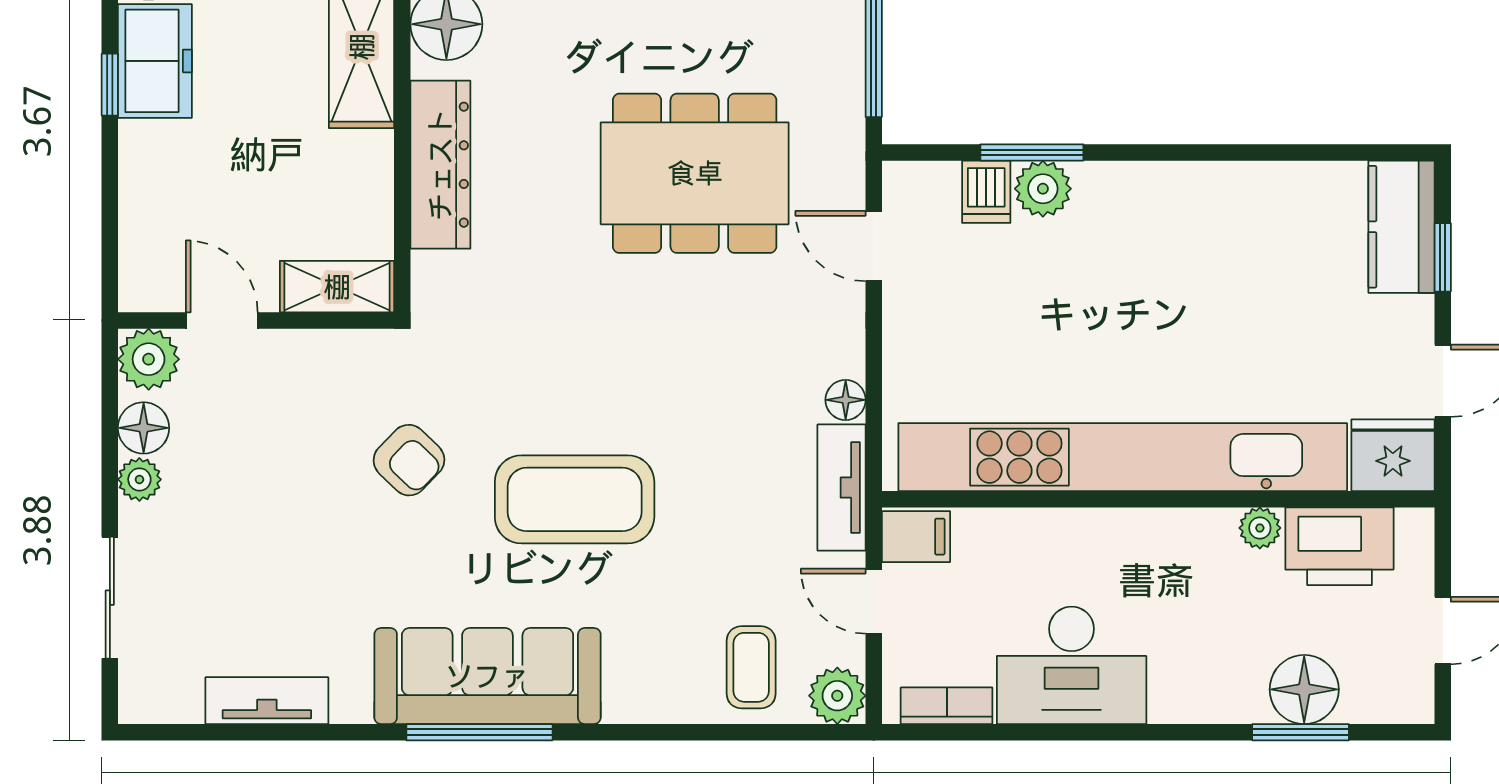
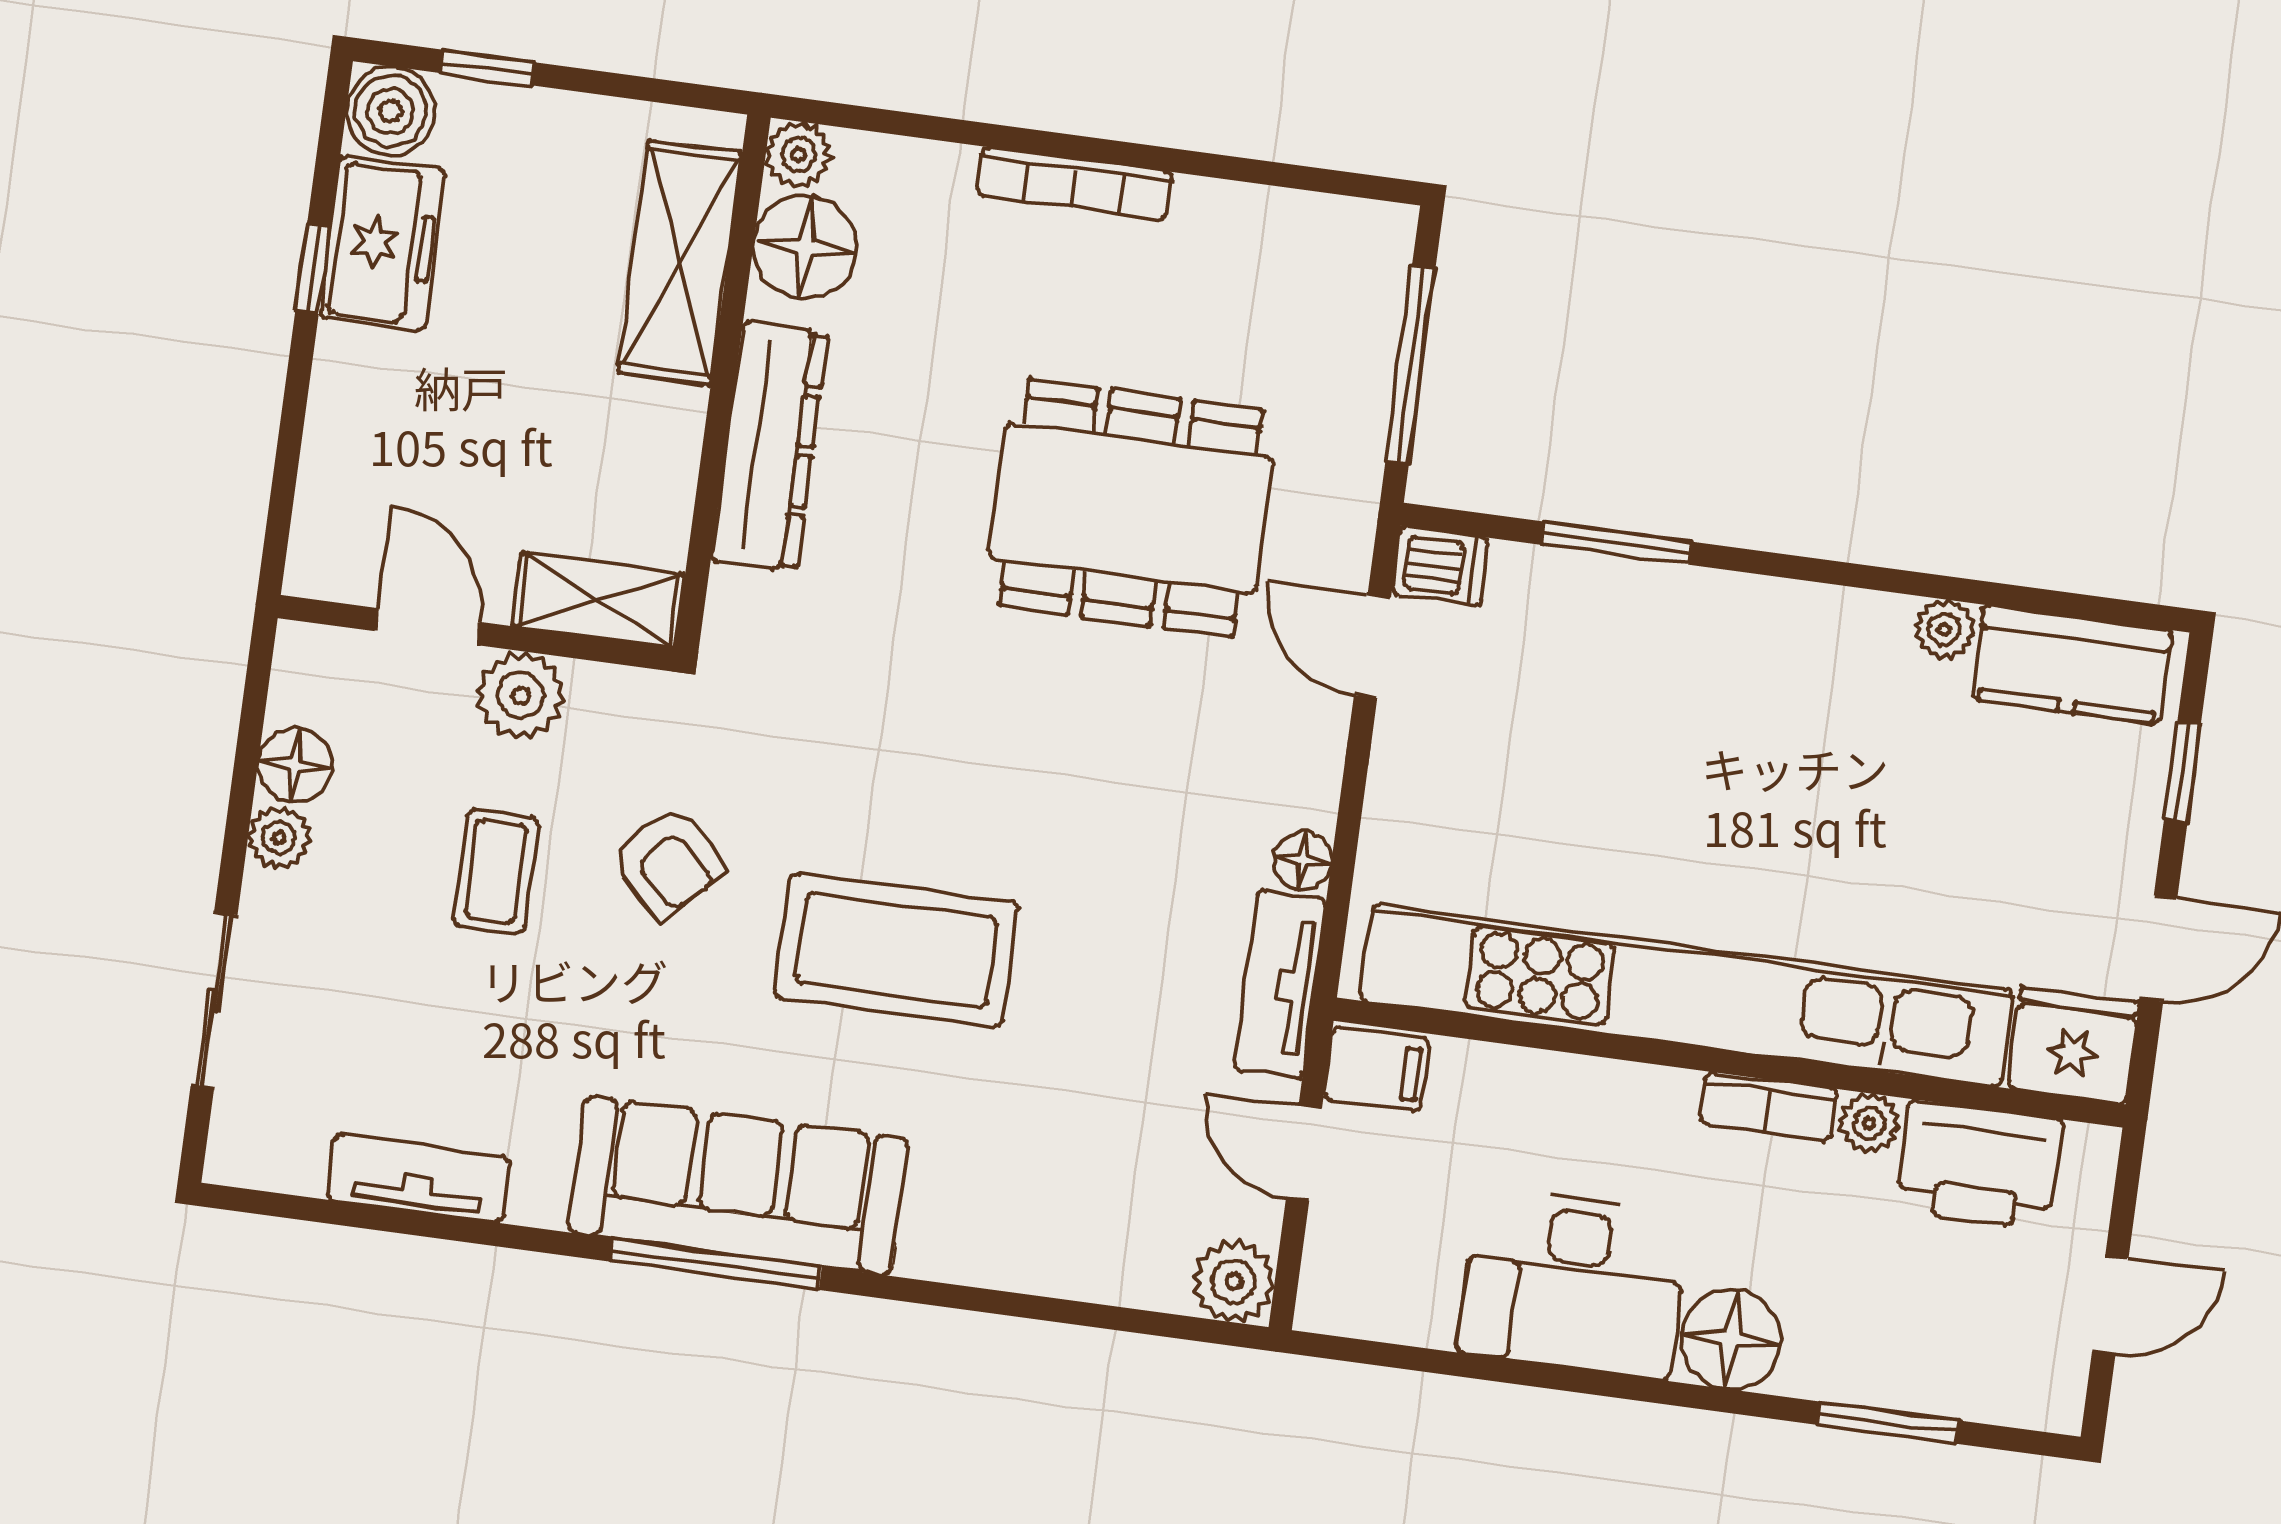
plant: (1043, 189) -> (1944, 629), moved, width x0.73, depth x0.73
dishwasher: (986, 192) -> (1440, 566), moved, turned -90
kitchen counter: (1401, 227) -> (2072, 665), moved, turned -90
plant: (149, 359) -> (521, 696), moved
coffee table: (751, 667) -> (496, 872), moved
floor lamp: (1304, 689) -> (1731, 1339), moved
bookcase: (947, 706) -> (1768, 1106), moved, turned 180

